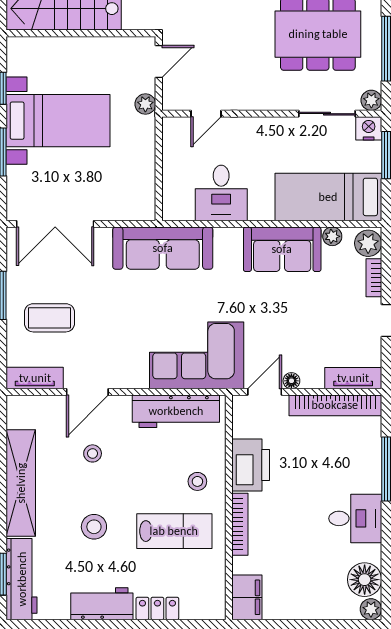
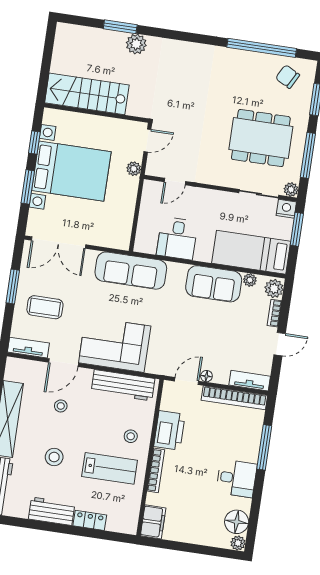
bed with nightstands: (58, 121) -> (71, 171), width x1.36
corner sofa: (197, 355) -> (115, 344), moved

